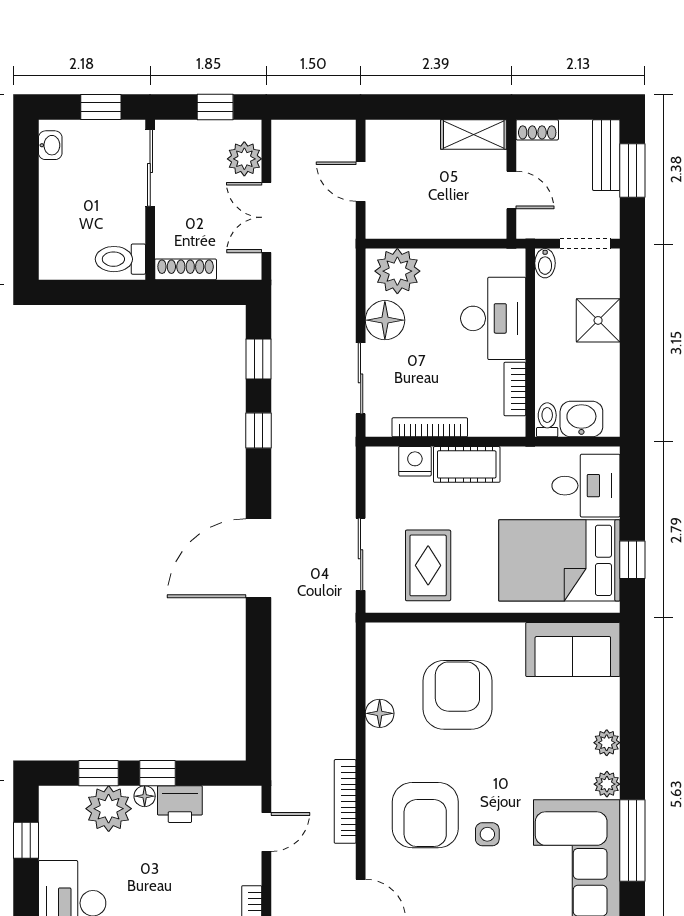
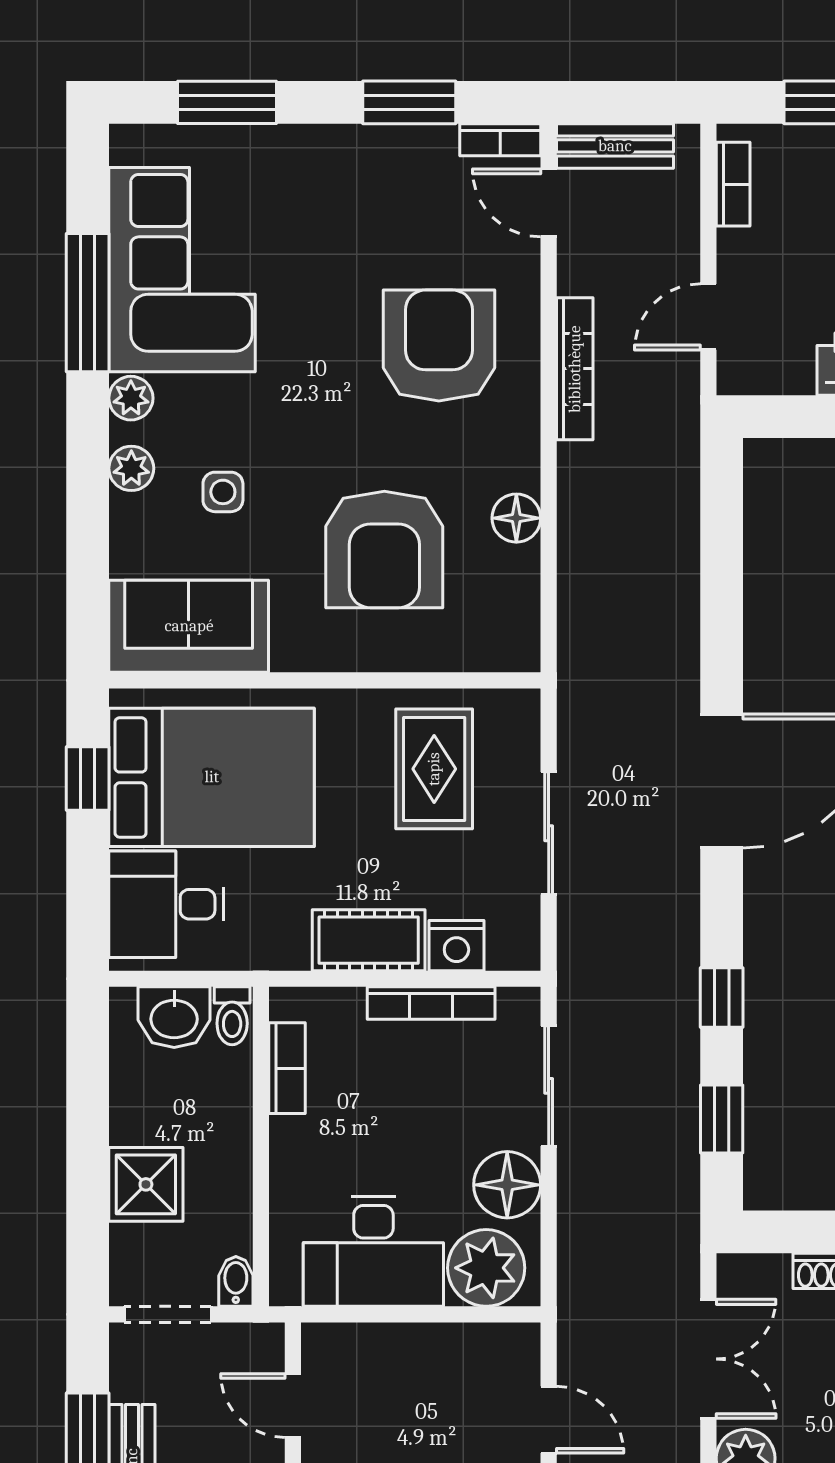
desk: (493, 318) -> (373, 1251), moved, turned -90
sliding door: (361, 554) -> (549, 833), moved
side table: (487, 834) -> (223, 492), moved

